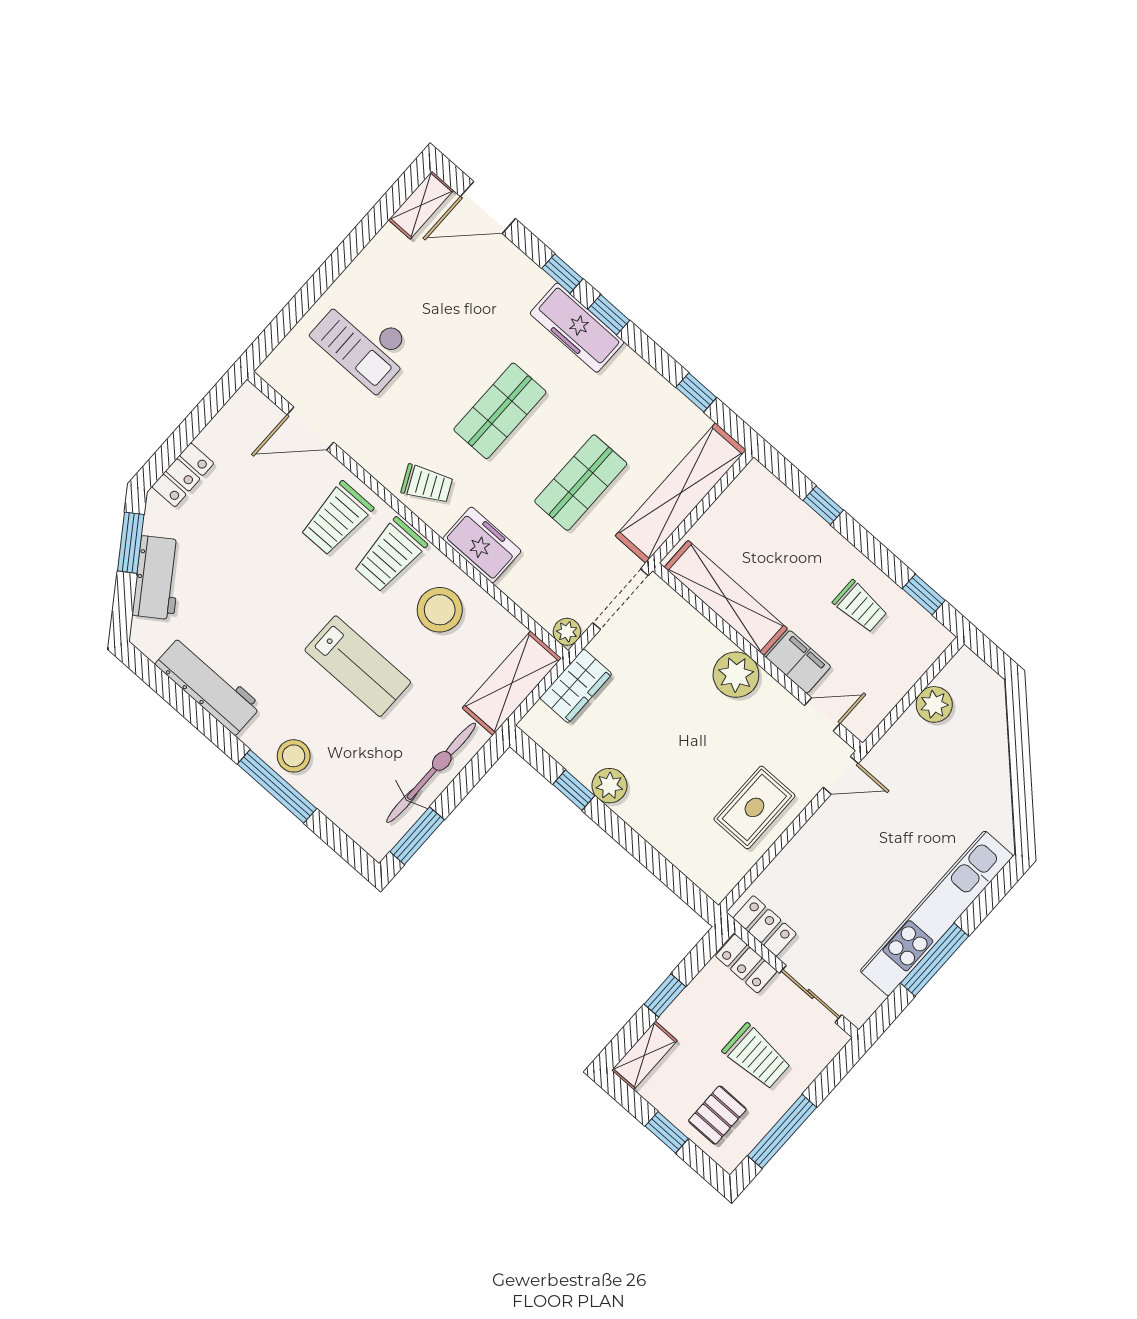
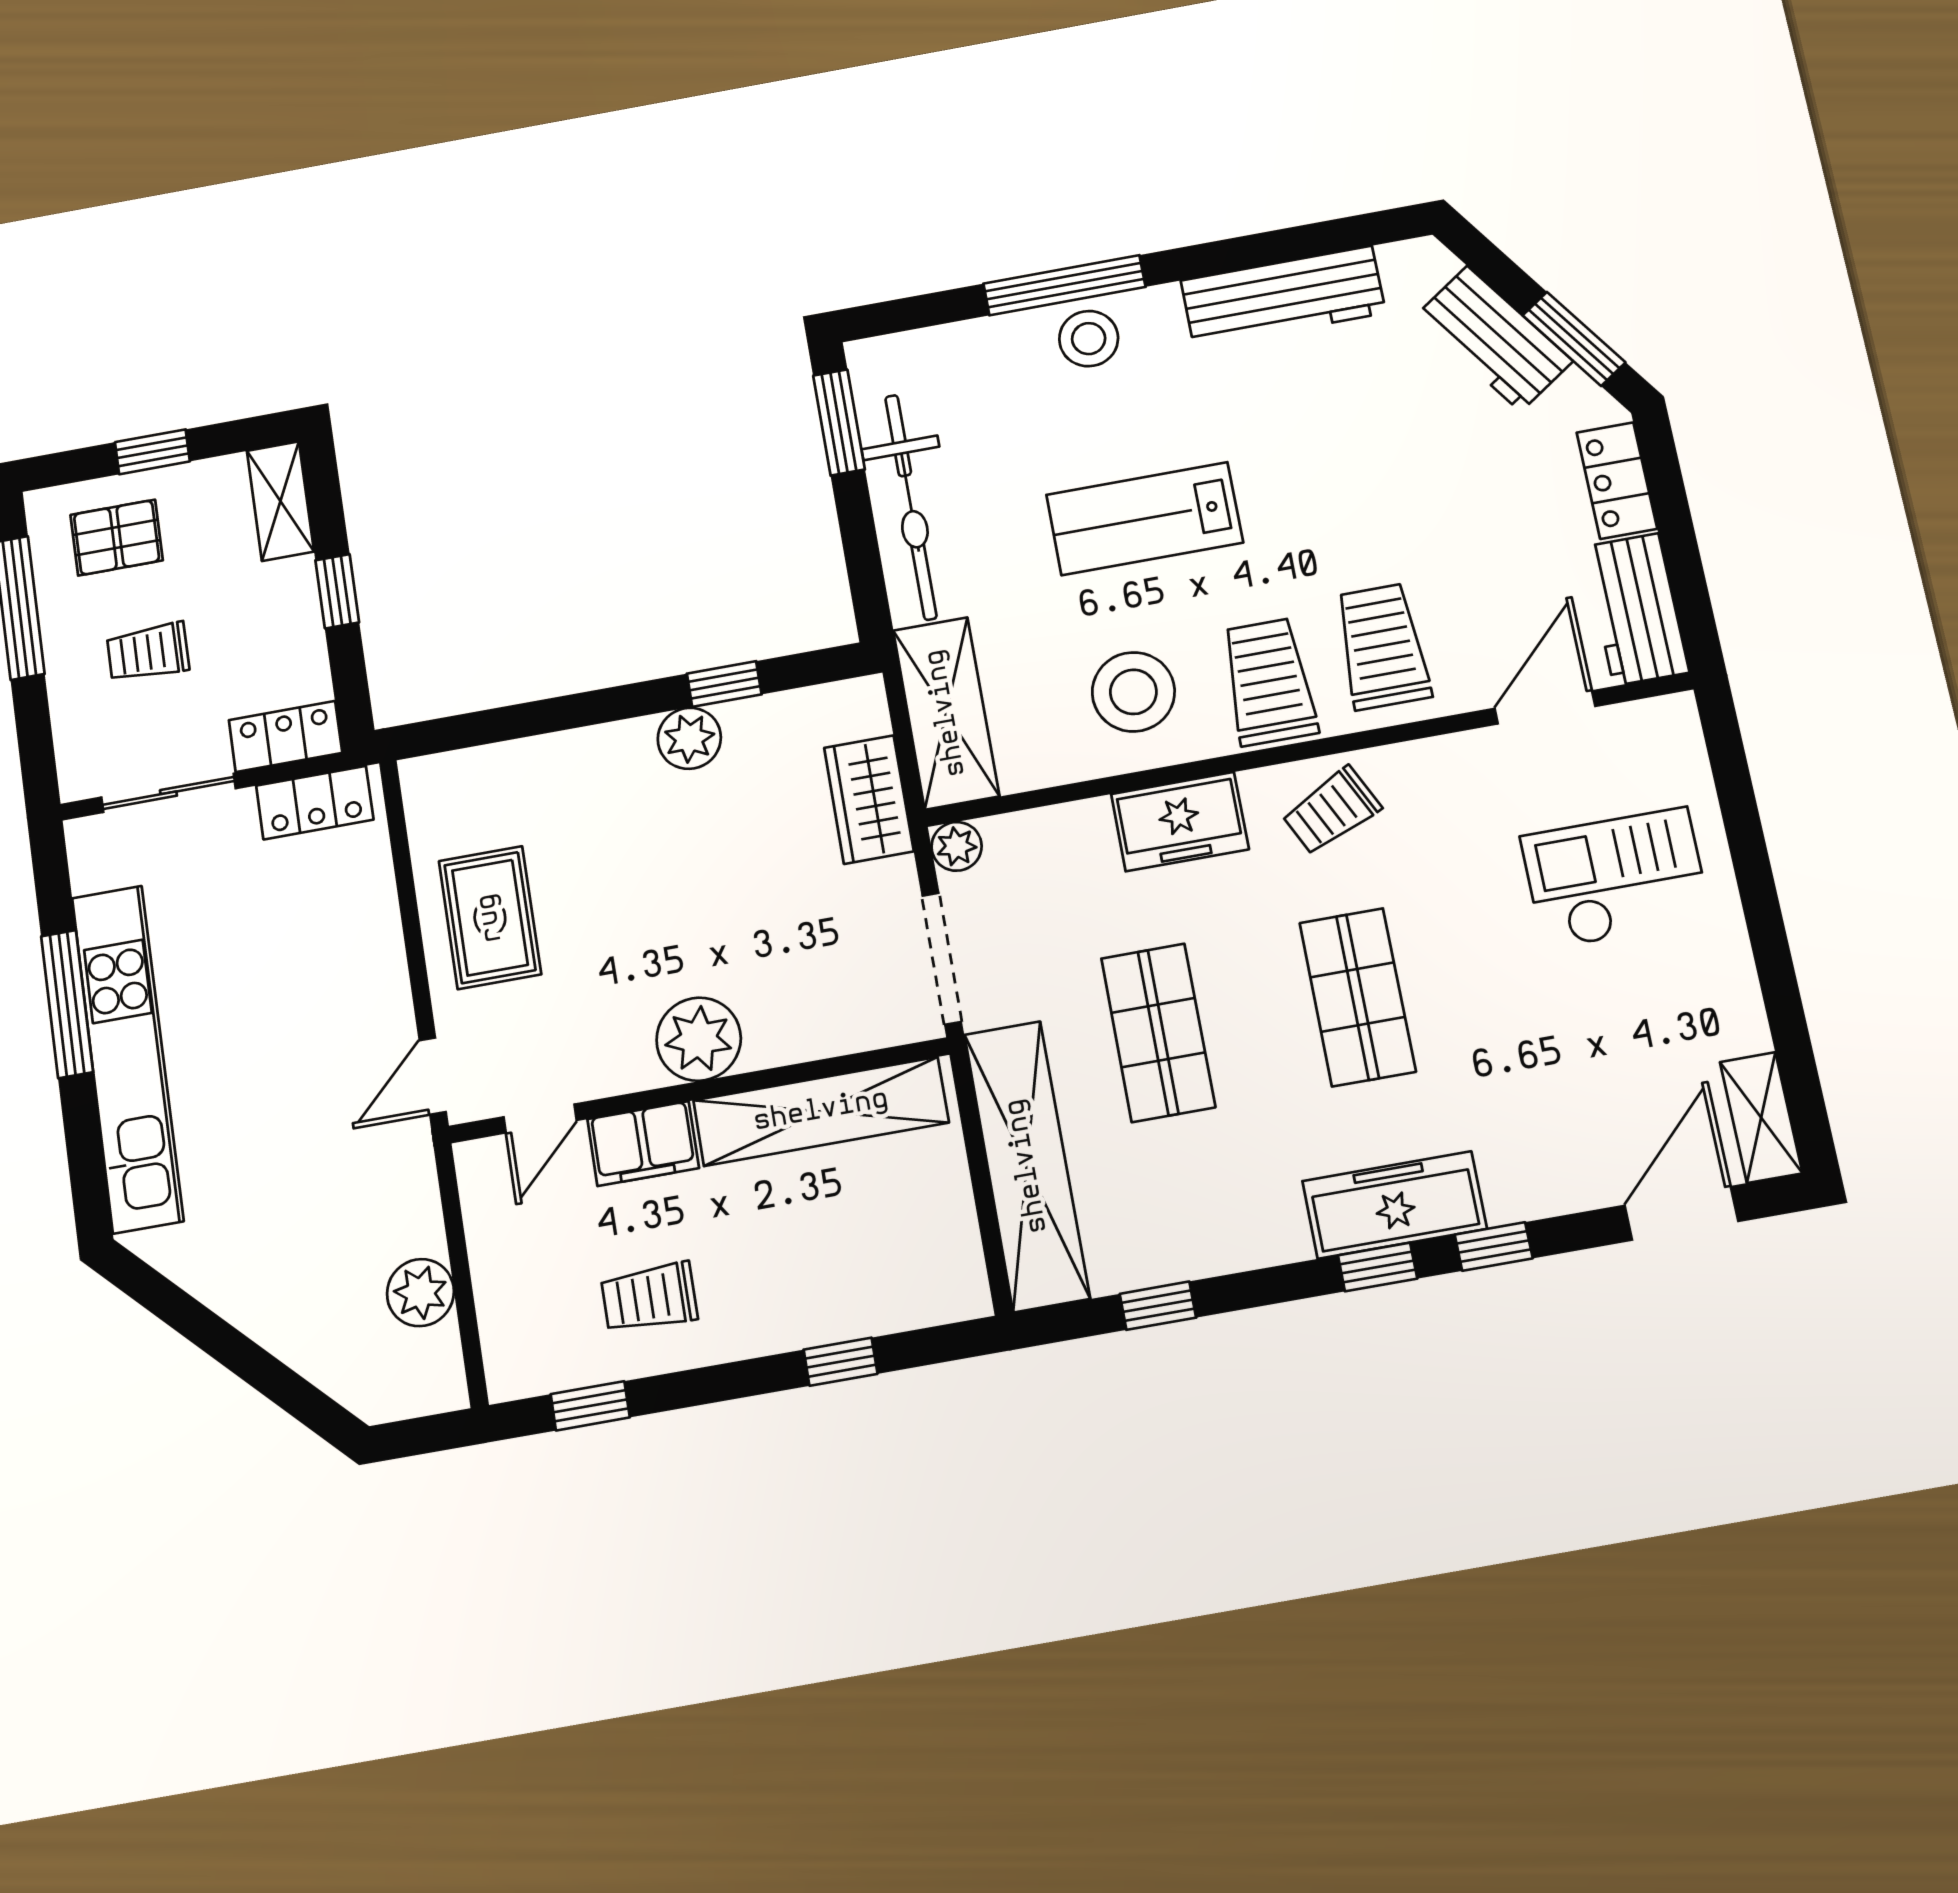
workbench: (236, 423) -> (1636, 609), added
trolley: (757, 1057) -> (148, 652), width x0.73, depth x0.72
pallet: (717, 1115) -> (117, 538), turned 90

